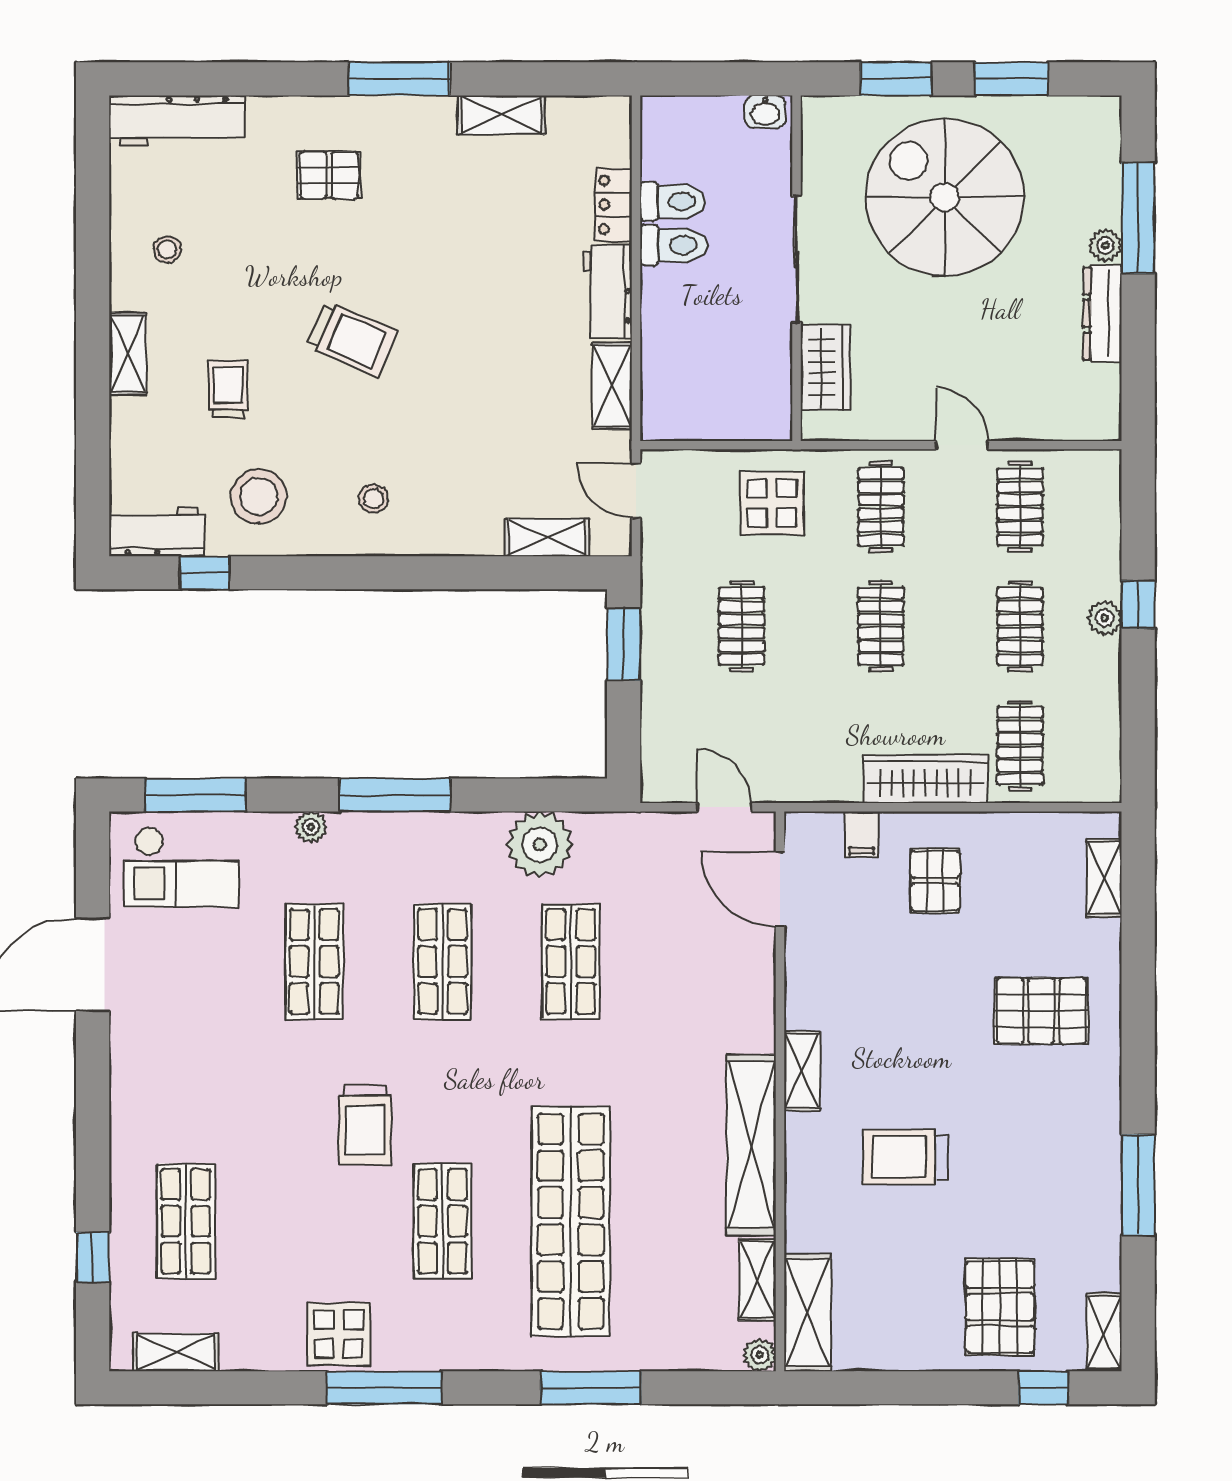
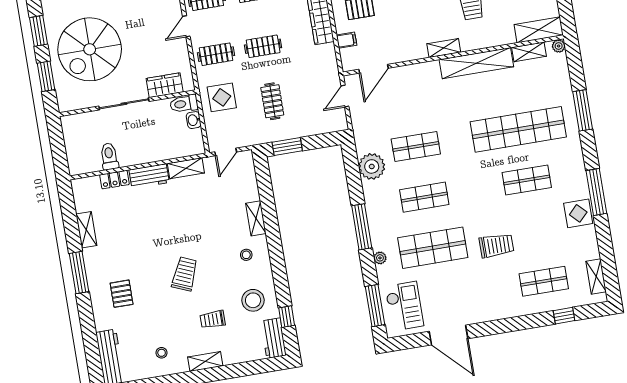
washbasin: (765, 112) -> (194, 120), moved, turned 180
toilet: (674, 245) -> (184, 104), moved, turned -90
shelving: (547, 537) -> (256, 218), moved
clothes rail: (742, 626) -> (272, 101), turned 90
shop shelf: (314, 962) -> (433, 248), width x1.43, depth x1.36
trolley: (365, 1125) -> (496, 246), moved

